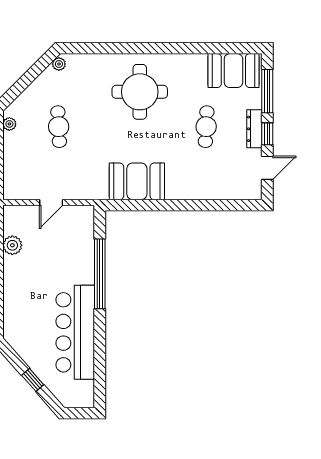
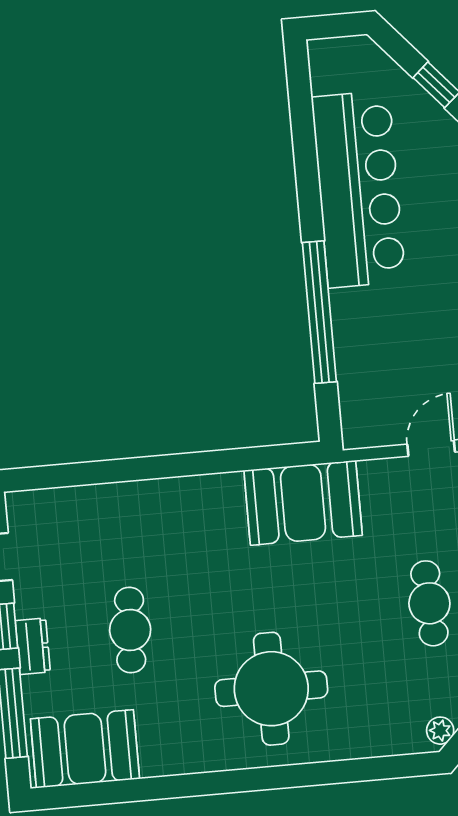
dresser: (254, 129) -> (33, 646), width x0.70
booth: (137, 181) -> (303, 503), moved

